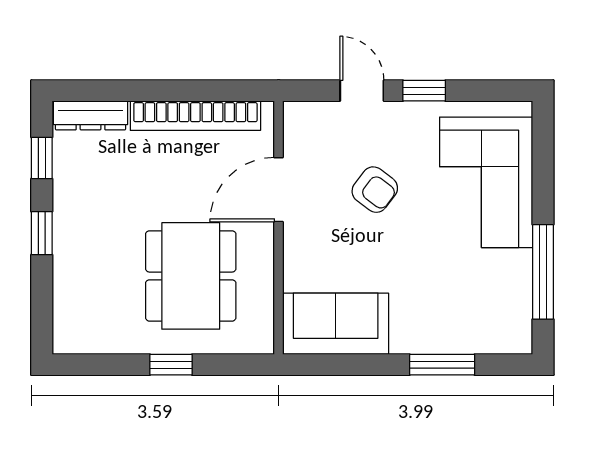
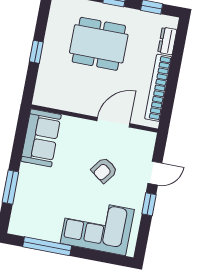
dresser: (90, 115) -> (167, 41), width x0.70
door: (279, 190) -> (113, 122), hinge flipped
dining table: (191, 276) -> (99, 44), moved

